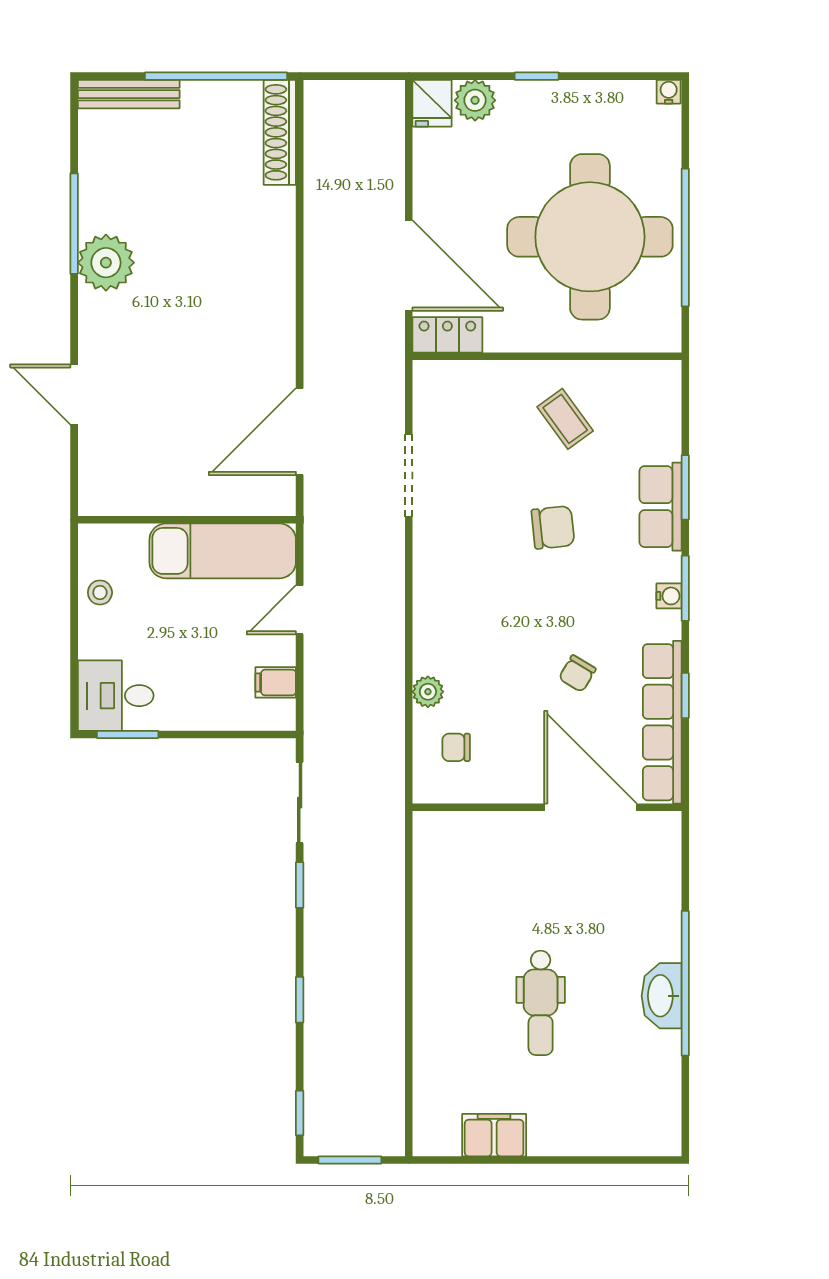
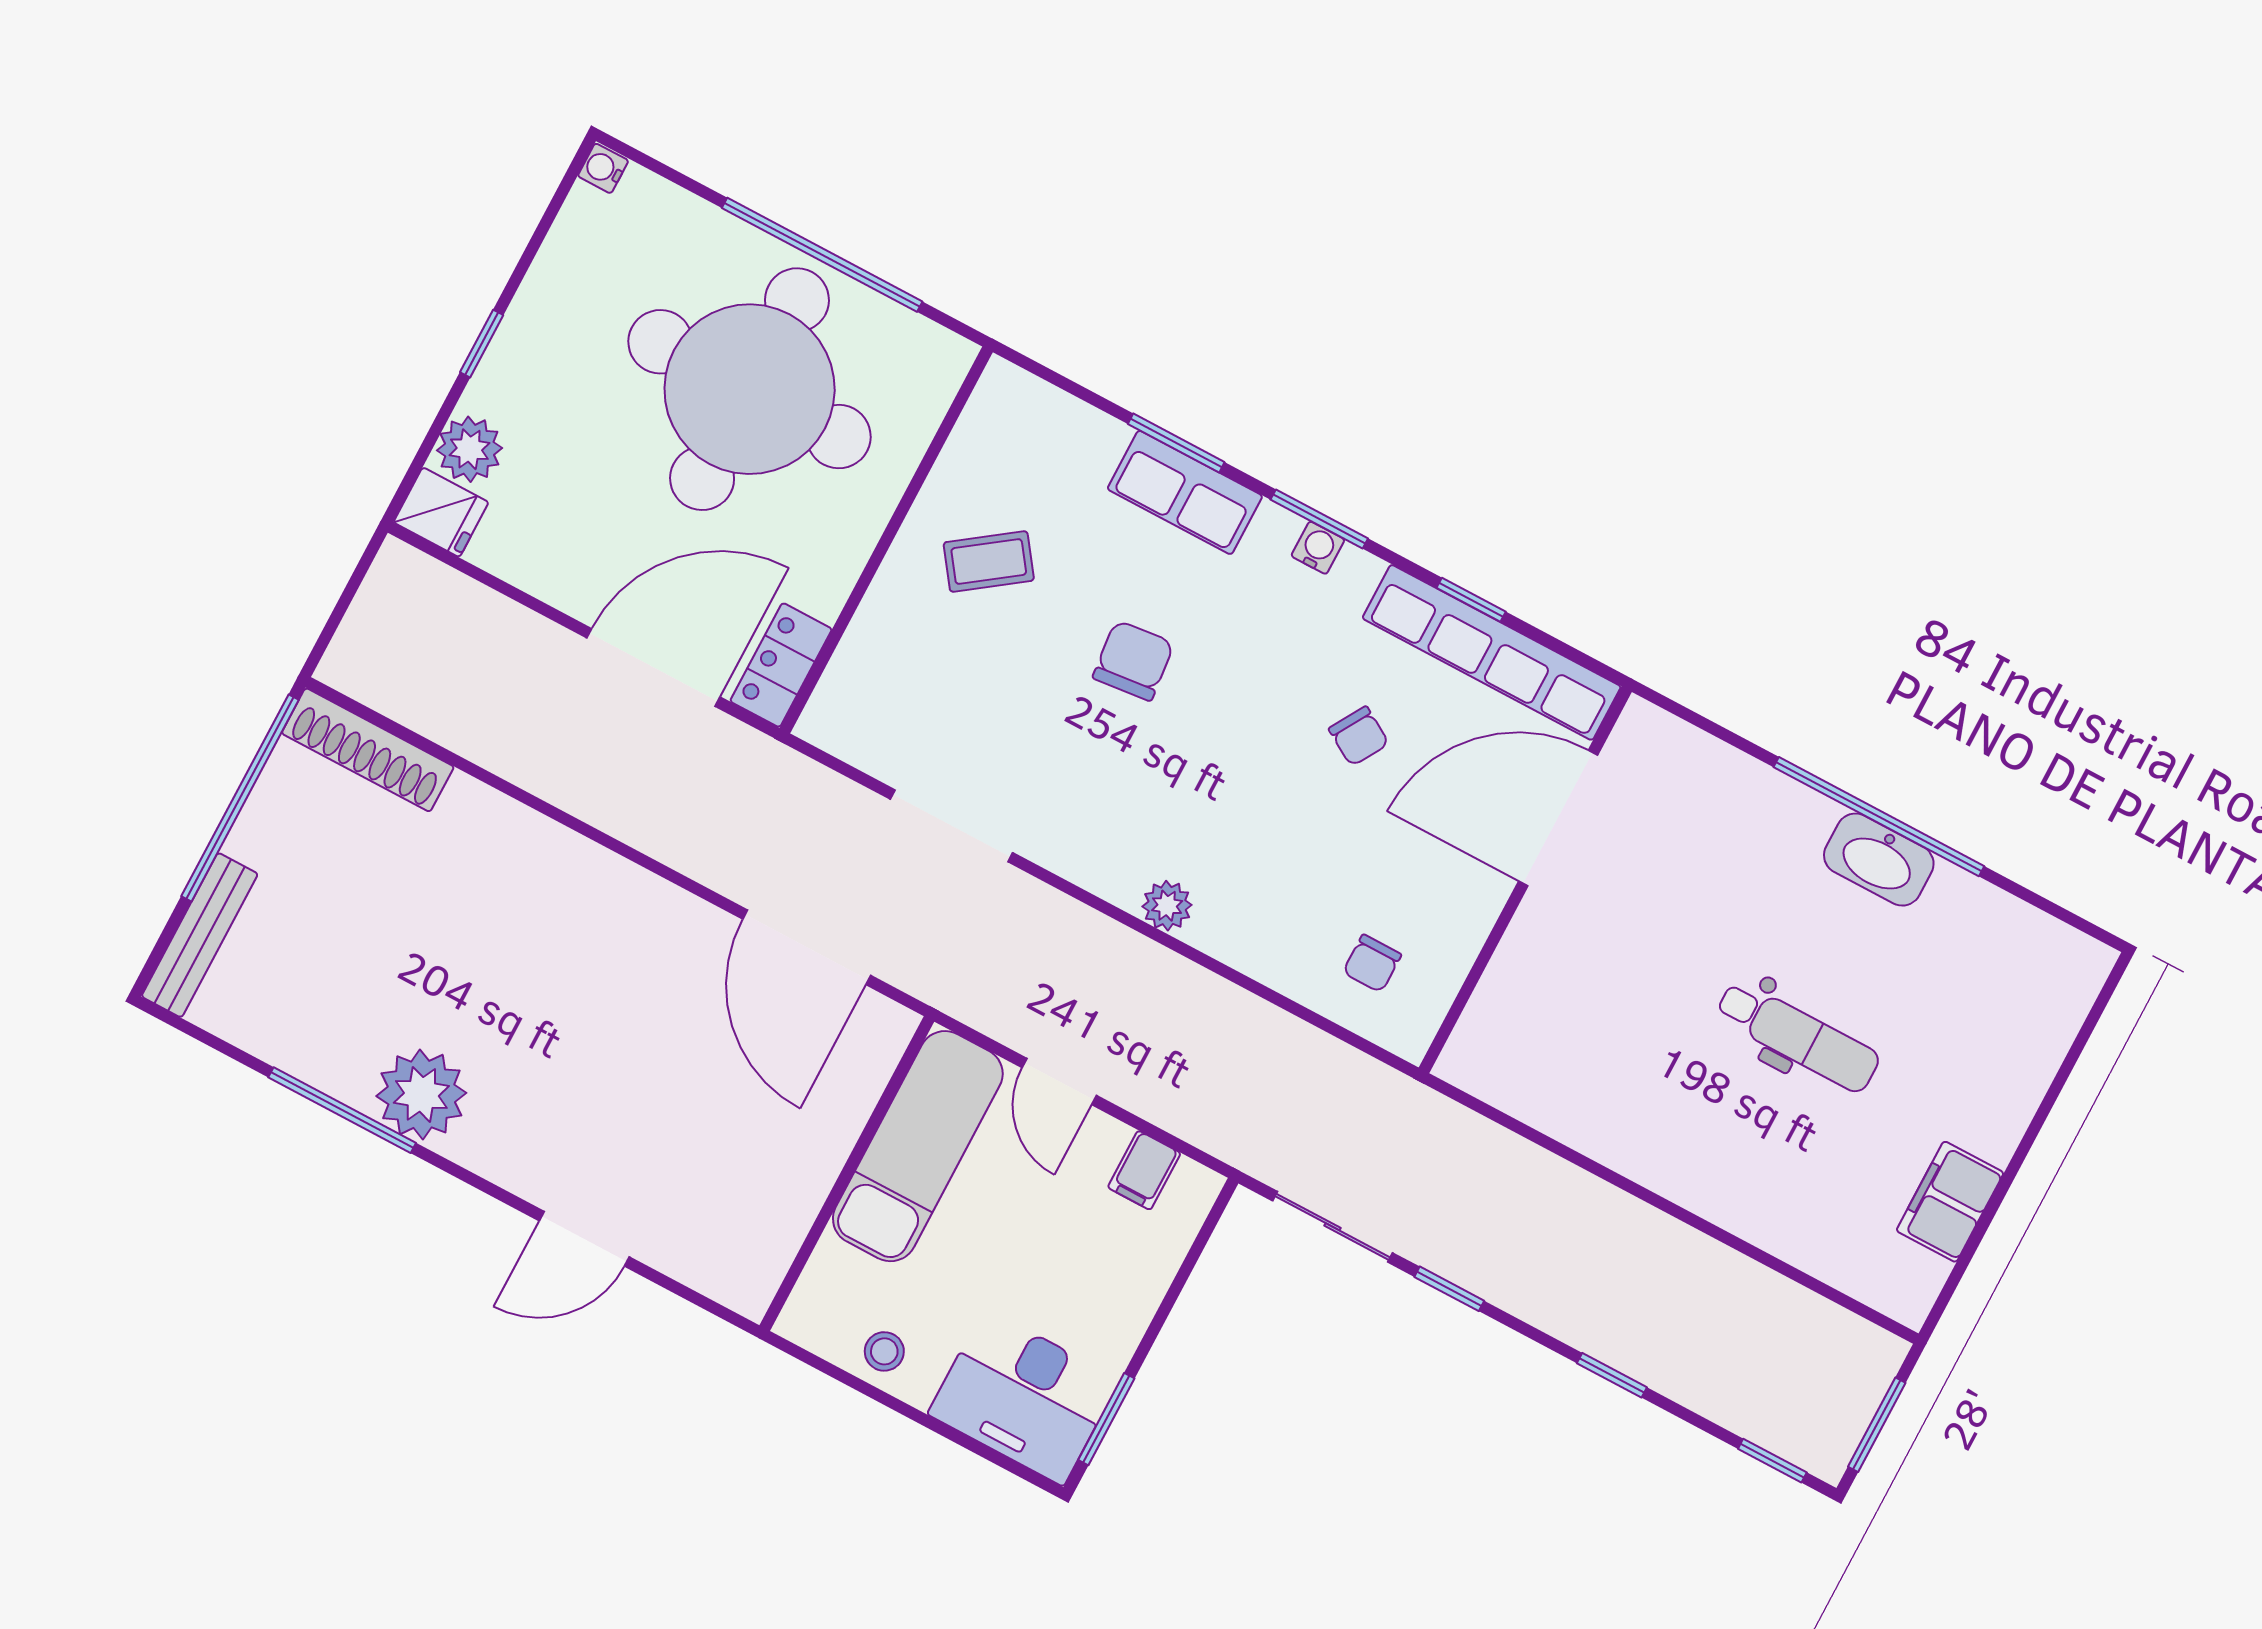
plant: (428, 692) -> (1167, 906), moved
desk: (116, 696) -> (1024, 1397), width x1.37

